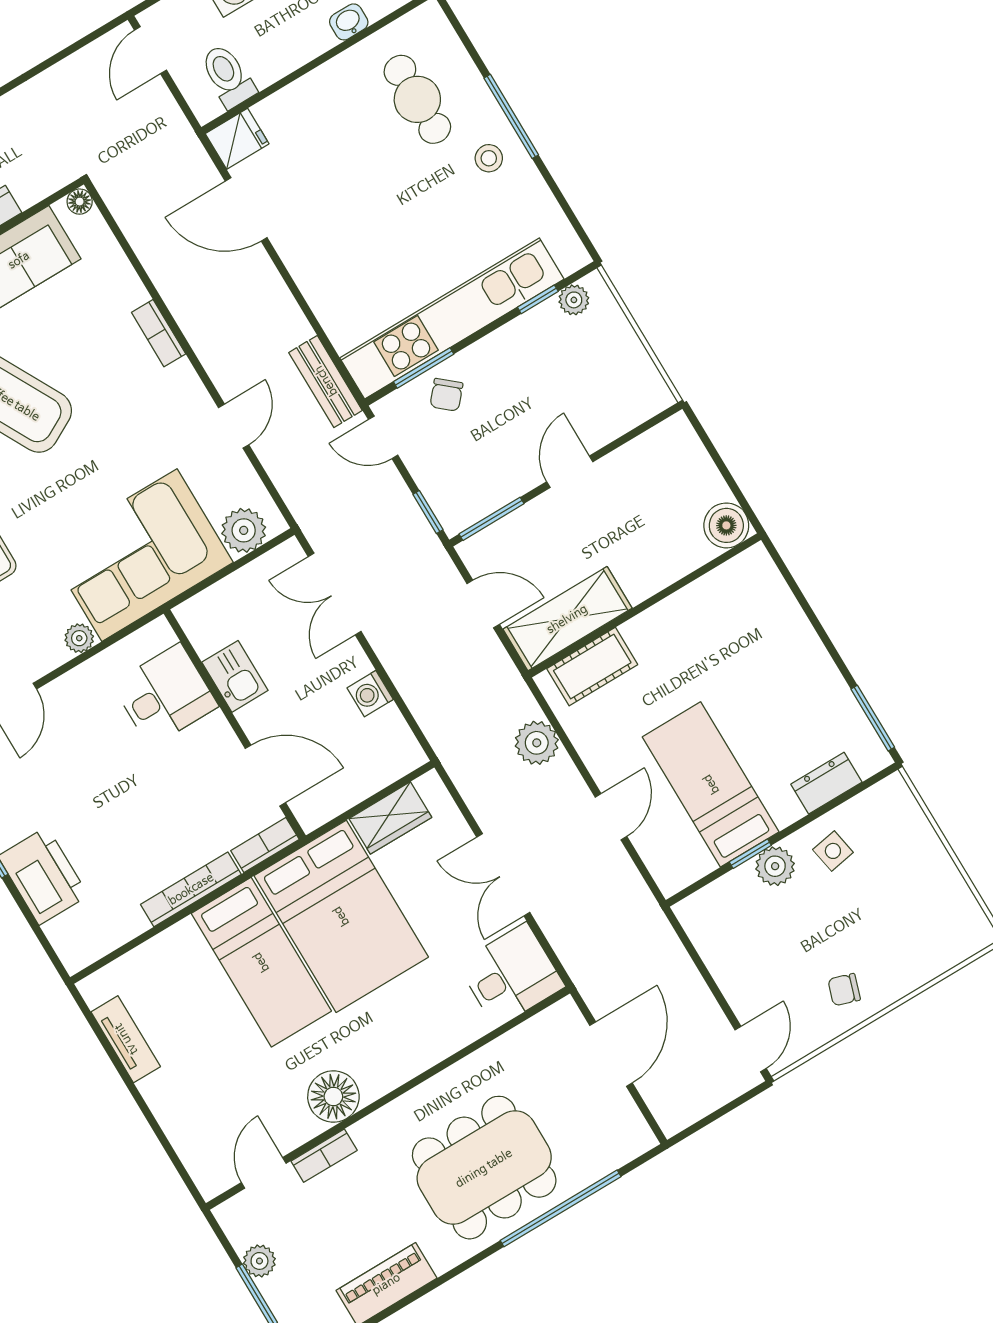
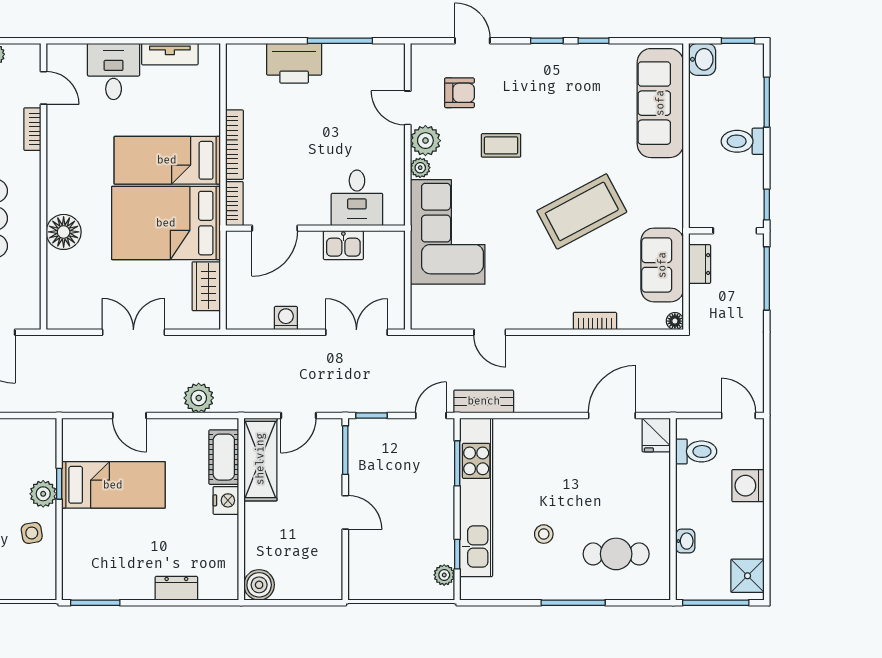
stool: (489, 158) -> (544, 534), moved
bookcase: (159, 333) -> (595, 321), moved
chair: (446, 395) -> (433, 467), removed
plant: (244, 530) -> (425, 141), moved
nightstand: (645, 631) -> (226, 500), added
dresser: (826, 783) -> (176, 588), moved, turned -90
desk: (511, 975) -> (114, 72), moved, turned 180
floor lamp: (333, 1097) -> (64, 232), moved

